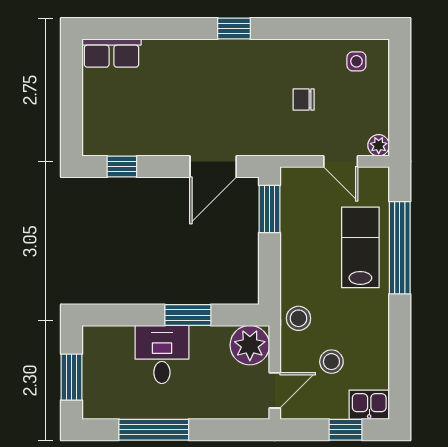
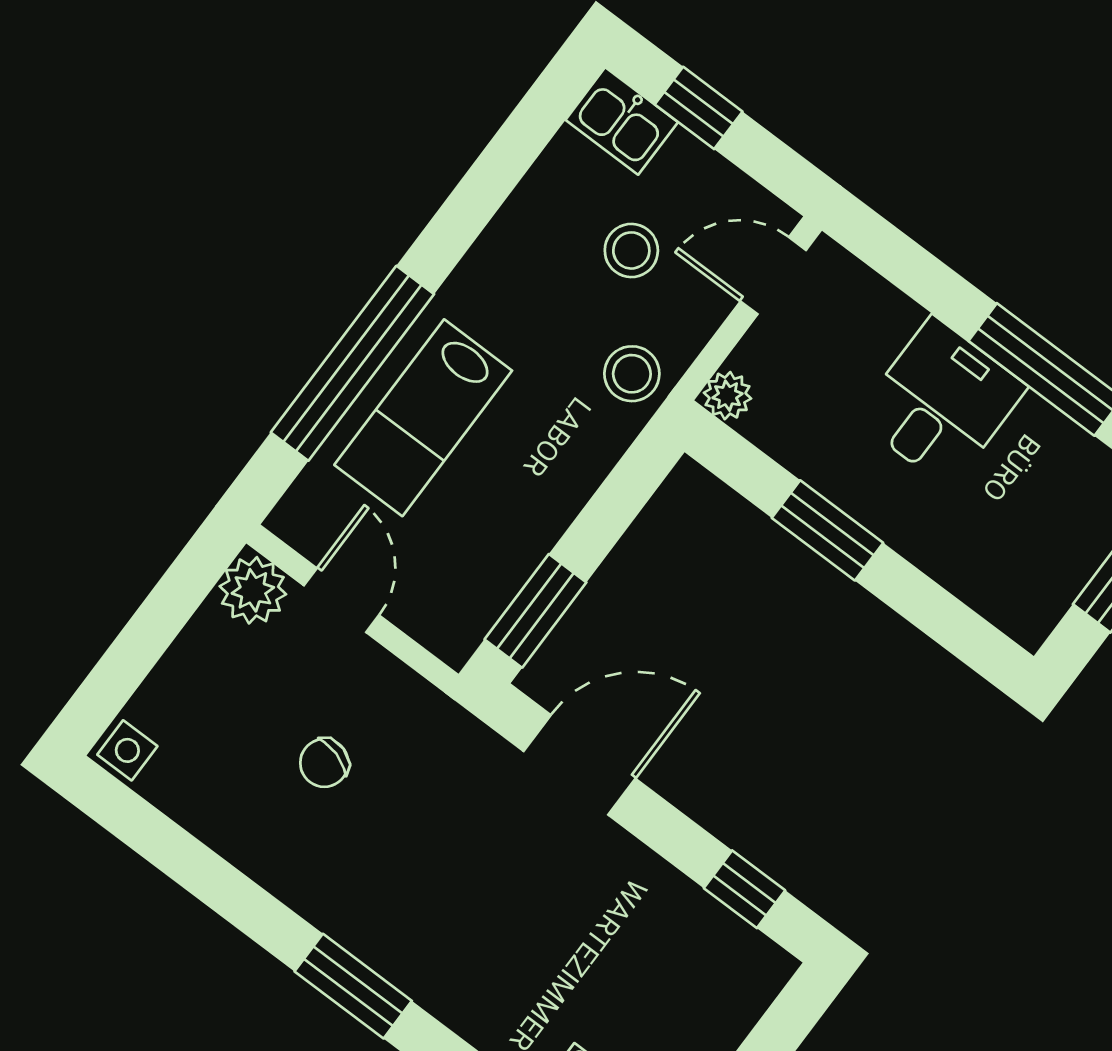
window: (234, 28) -> (353, 986), width x1.50
side table: (356, 61) -> (127, 750), moved
chair: (304, 99) -> (324, 763), turned 107
plant: (379, 145) -> (253, 590), width x1.38, depth x1.38
plant: (250, 345) -> (727, 396), width x0.53, depth x0.53
desk: (162, 354) -> (941, 403), moved, turned 180

